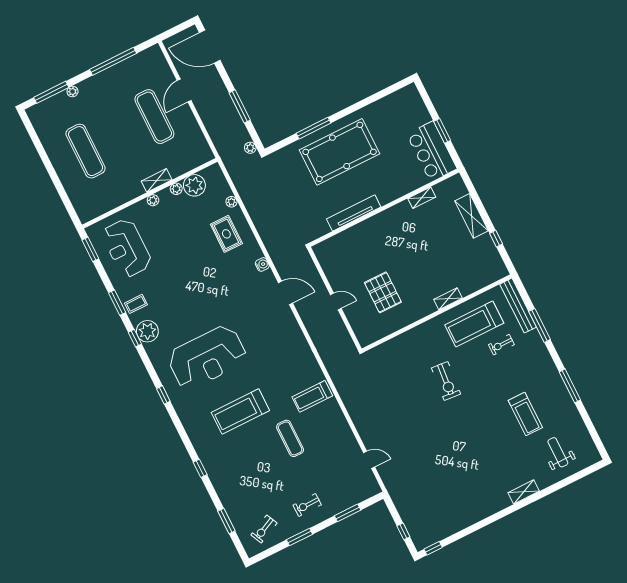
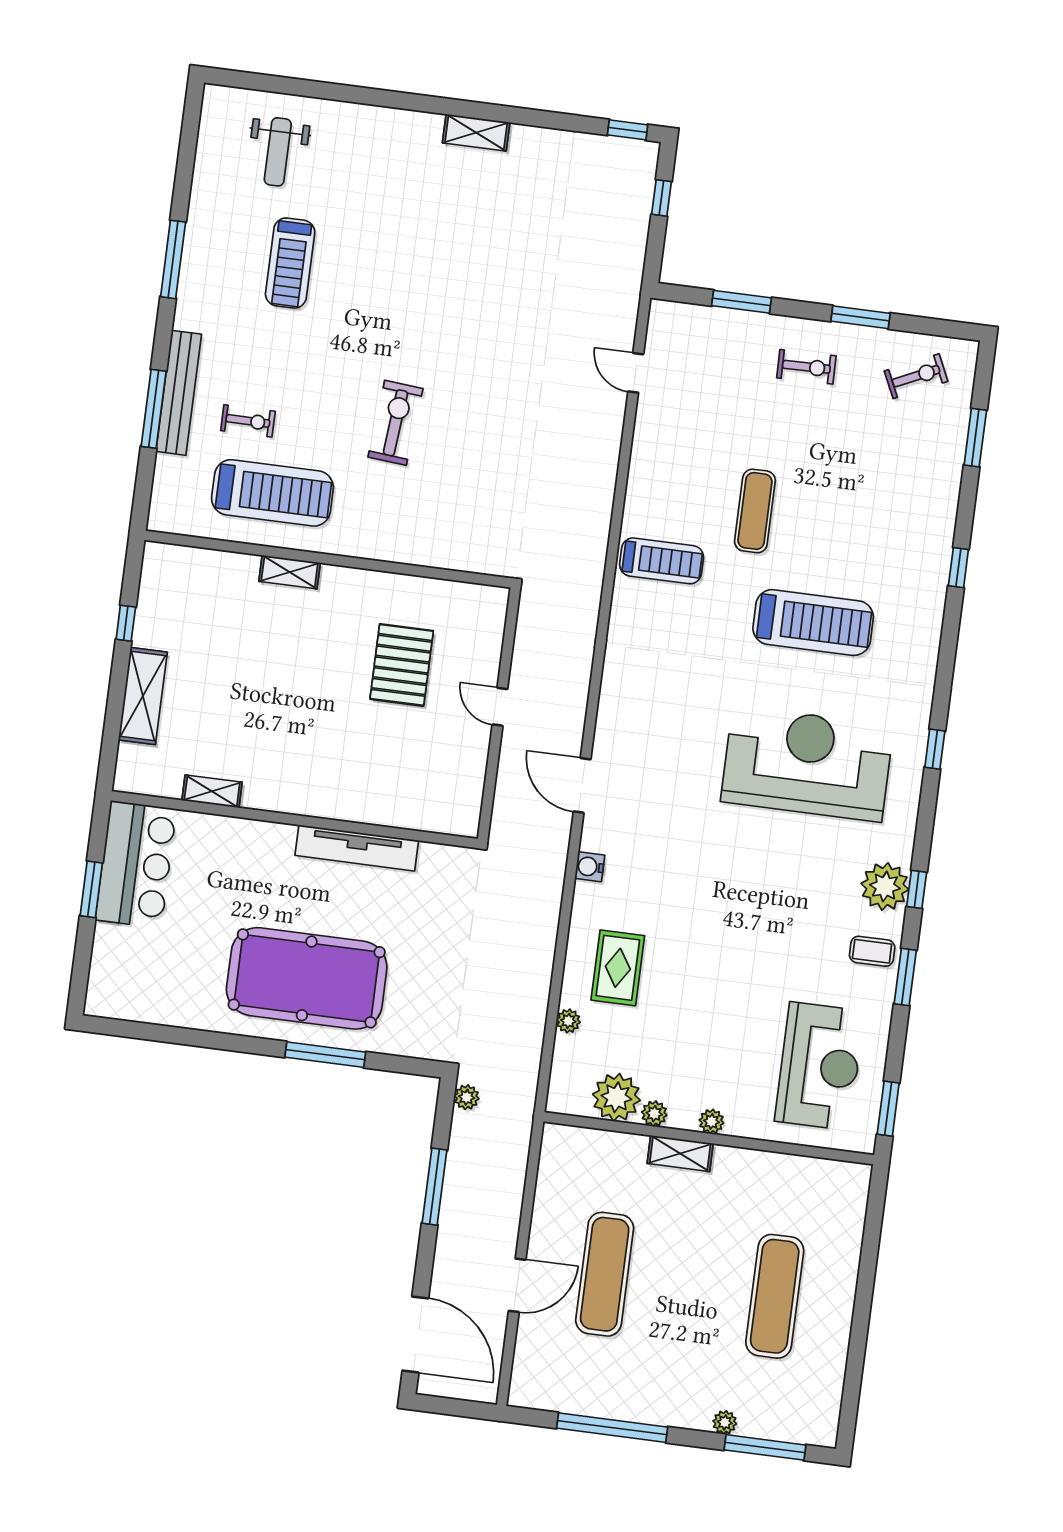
bench: (518, 306) -> (179, 393), moved
treadmill: (525, 414) -> (290, 263), turned 180
shelving: (524, 492) -> (476, 133), moved

